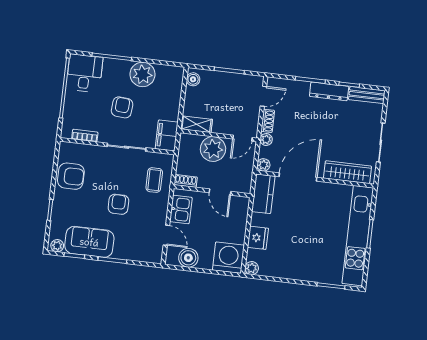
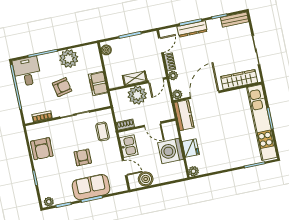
dresser: (329, 91) -> (192, 29), moved
armchair: (122, 107) -> (62, 87), turned 73
shelving: (196, 124) -> (135, 78), moved
filing cabinet: (167, 135) -> (98, 84), moved
armchair: (71, 176) -> (42, 149), turned 90
sofa: (89, 242) -> (91, 187), moved
washing machine: (228, 258) -> (170, 151), moved, turned -90

